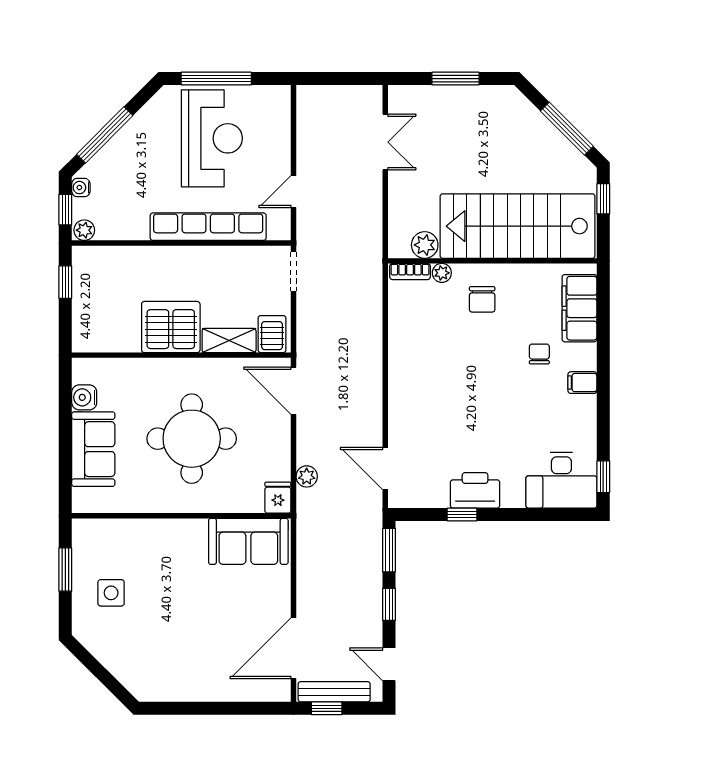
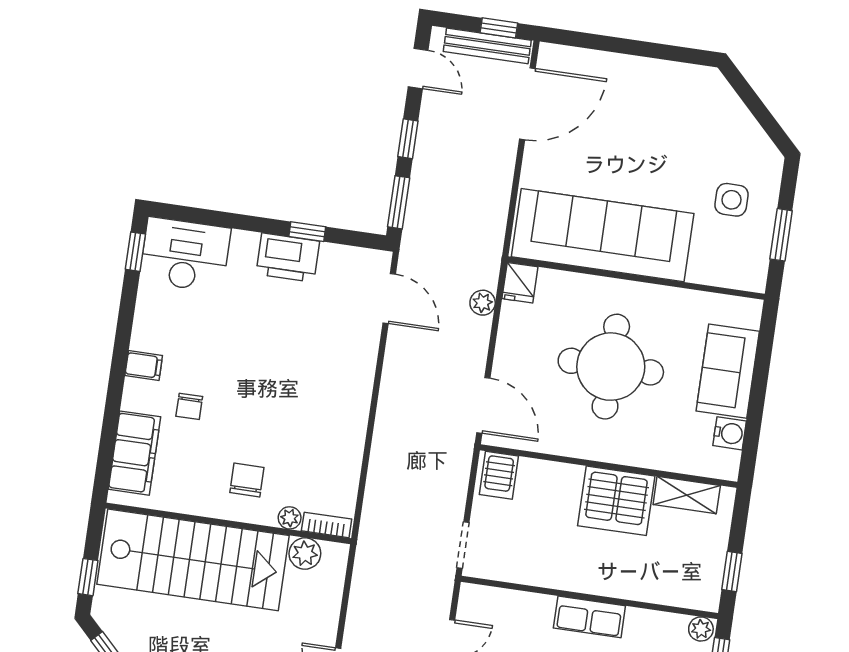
row of seats: (208, 227) -> (589, 617), width x0.50
shelving: (229, 340) -> (687, 495), moved
sofa: (248, 541) -> (603, 235), width x1.85, depth x1.27

